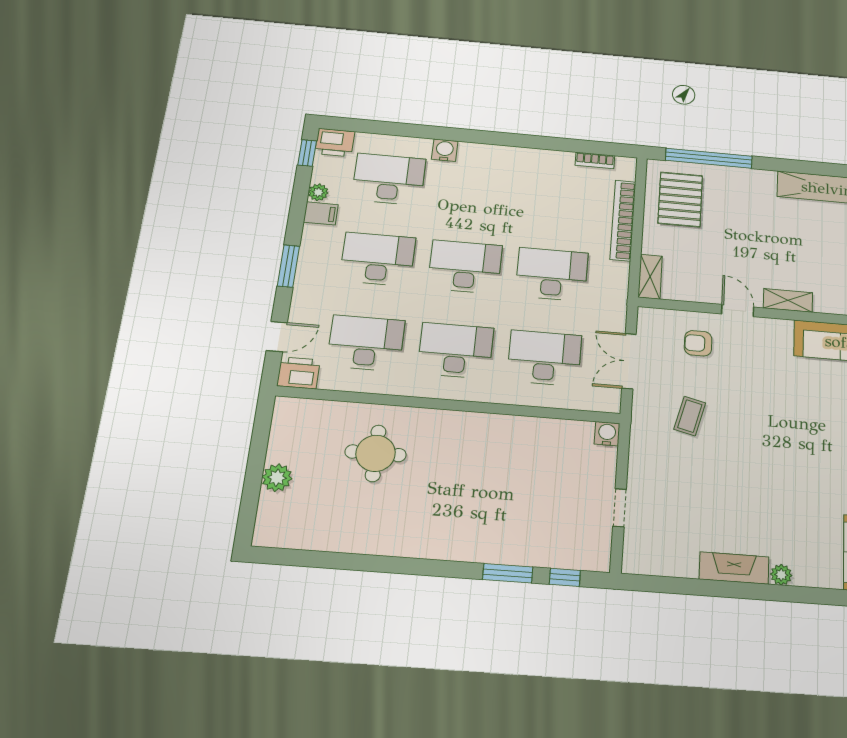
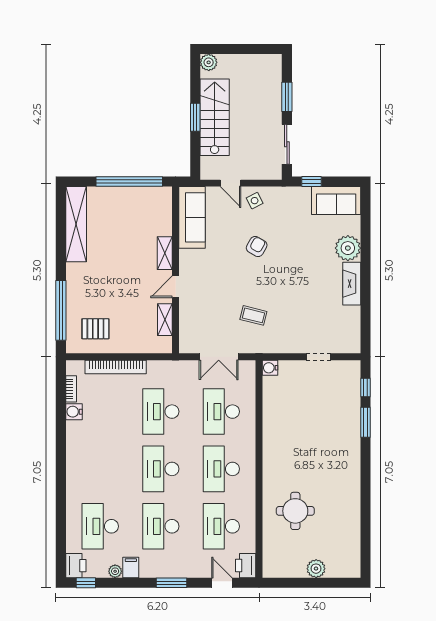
water cooler: (445, 150) -> (74, 412), moved
pallet: (680, 199) -> (95, 329), width x0.67, depth x0.71
shelving: (650, 277) -> (165, 320), moved, turned 90
armchair: (698, 343) -> (257, 247), moved, turned -150
plant: (781, 575) -> (348, 248), width x1.88, depth x1.88

